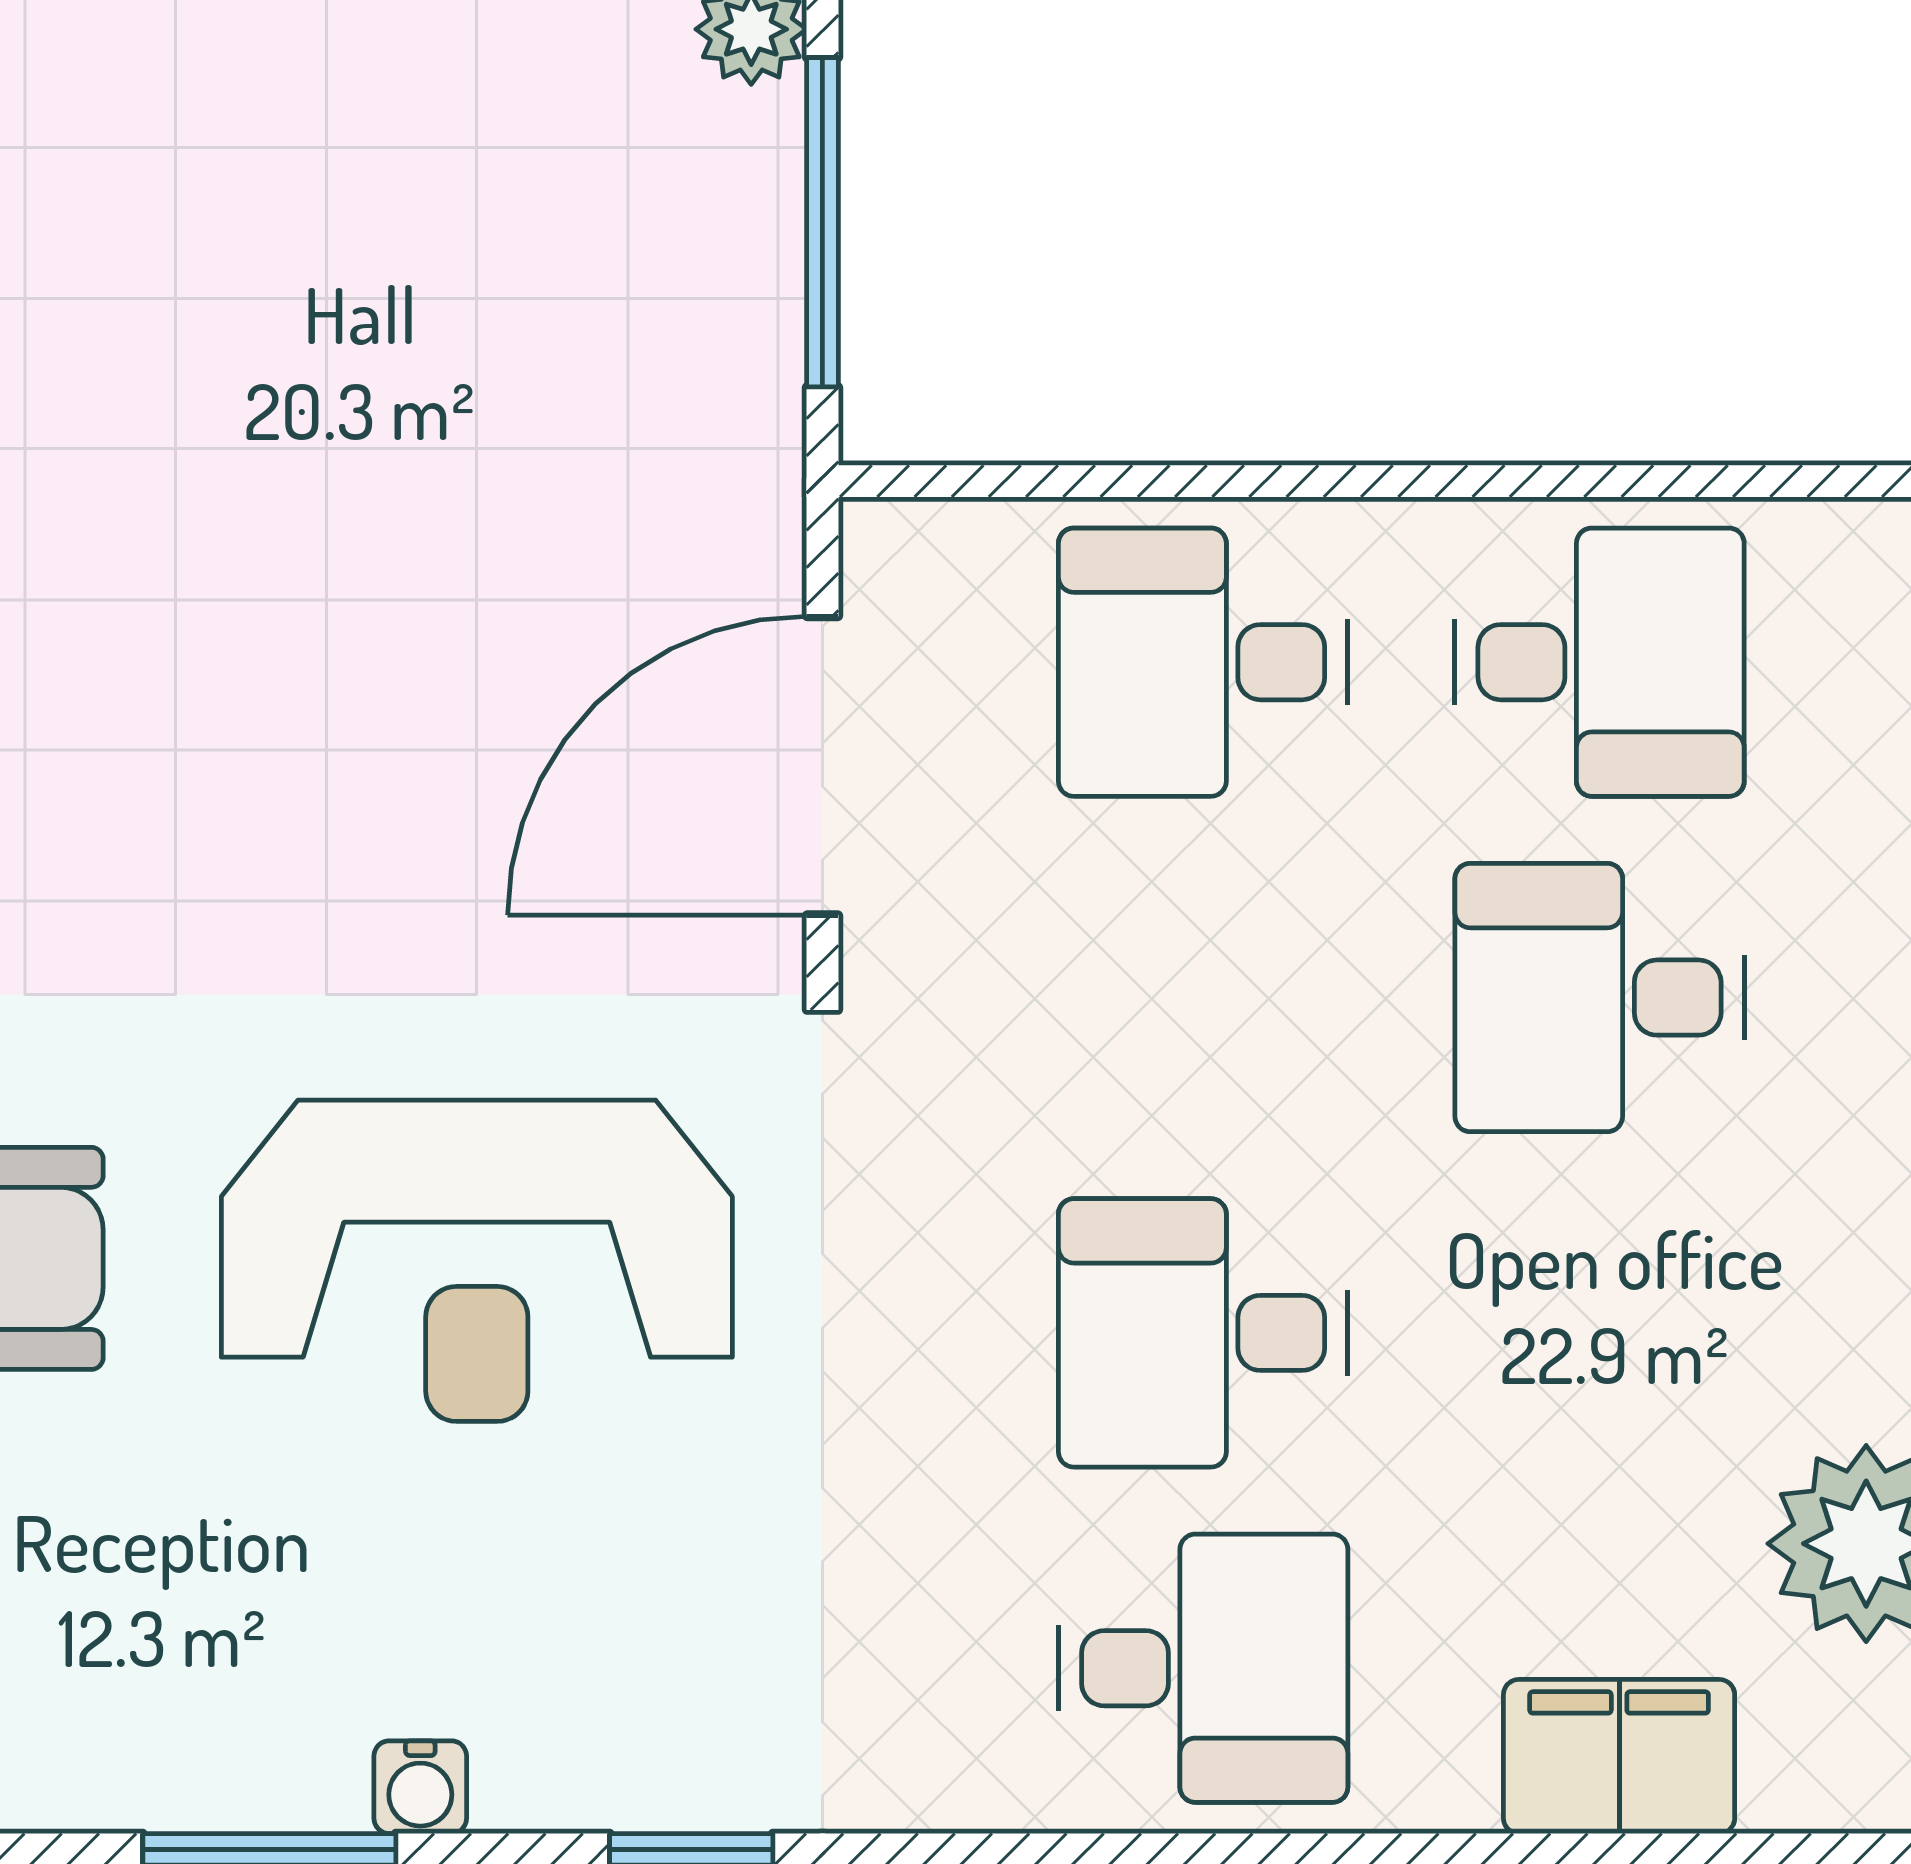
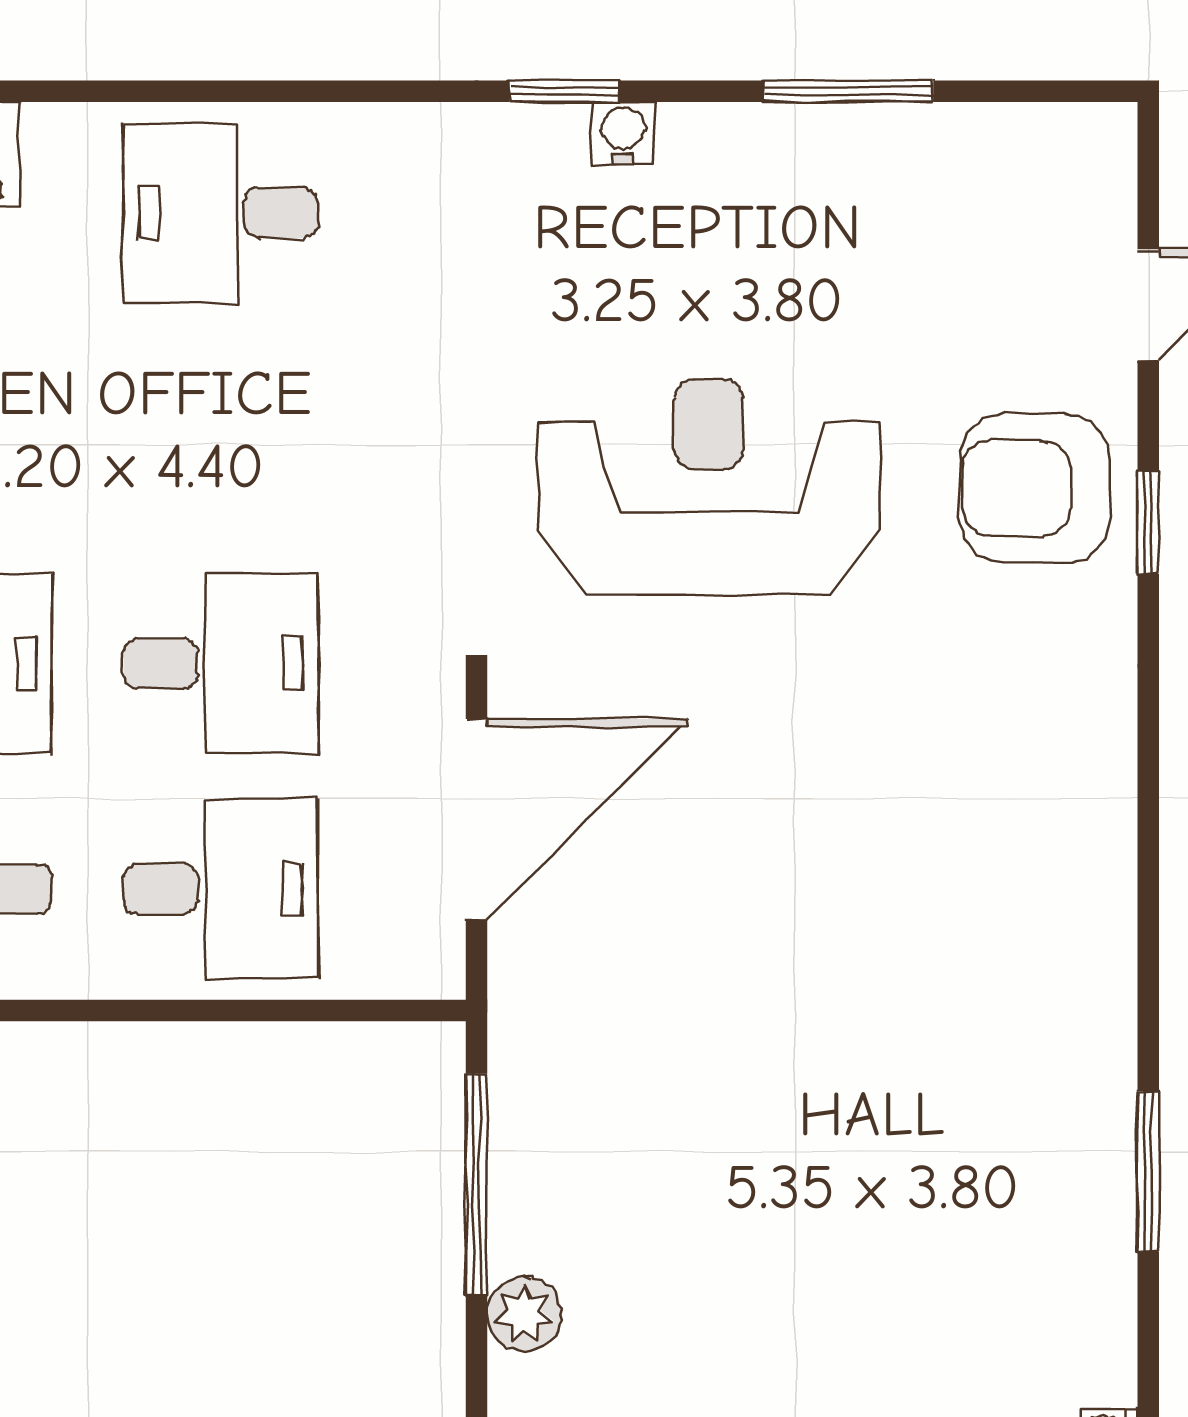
desk: (1203, 1333) -> (221, 664), moved
water cooler: (420, 1787) -> (623, 133), moved

